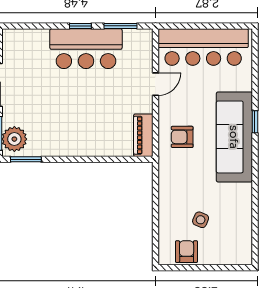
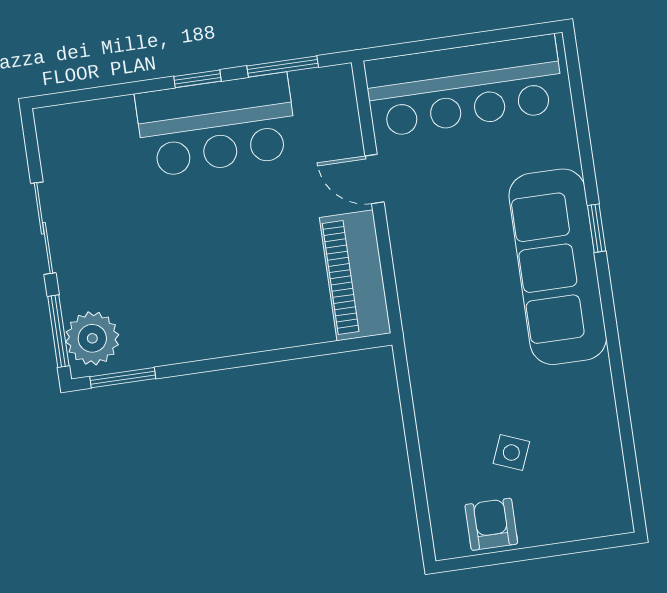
door: (155, 84) -> (374, 179), swing flipped
piano: (143, 135) -> (355, 275), width x1.37, depth x1.33
armchair: (182, 137) -> (447, 283), removed

